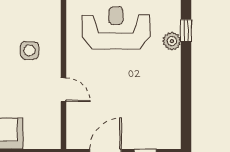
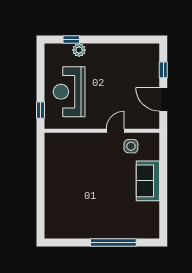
side table: (29, 50) -> (131, 146), moved

